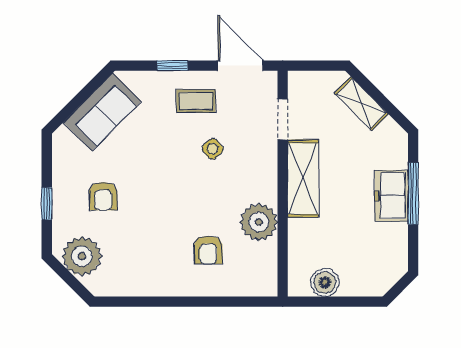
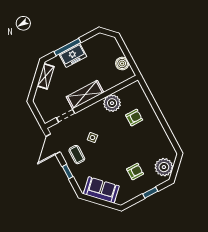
shelving: (361, 104) -> (46, 76), moved

